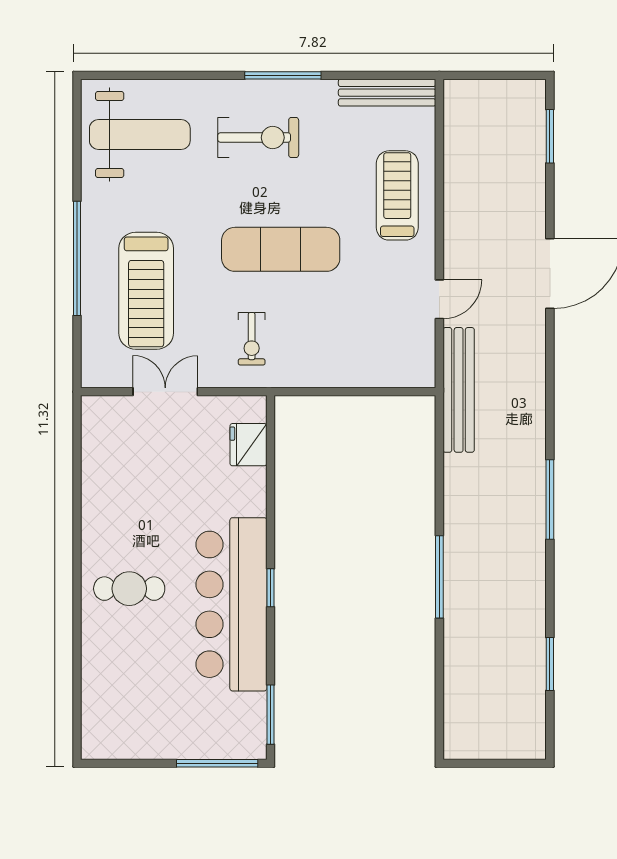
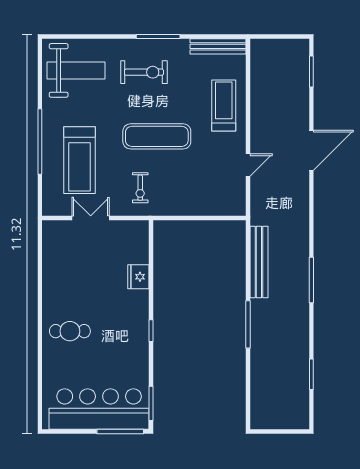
bench: (459, 390) -> (259, 262), moved
fridge: (248, 445) -> (138, 277), moved
bar counter: (231, 604) -> (99, 409), moved, turned 90

